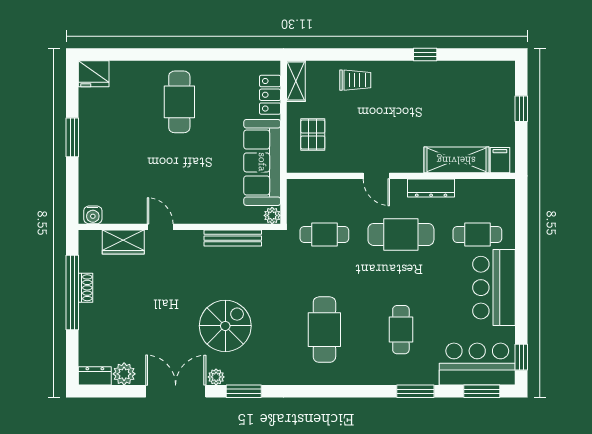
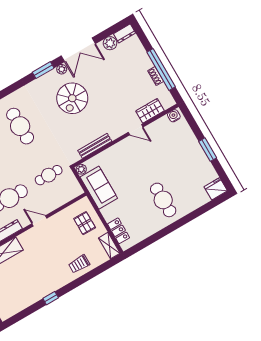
sofa: (262, 162) -> (99, 188), width x0.73

